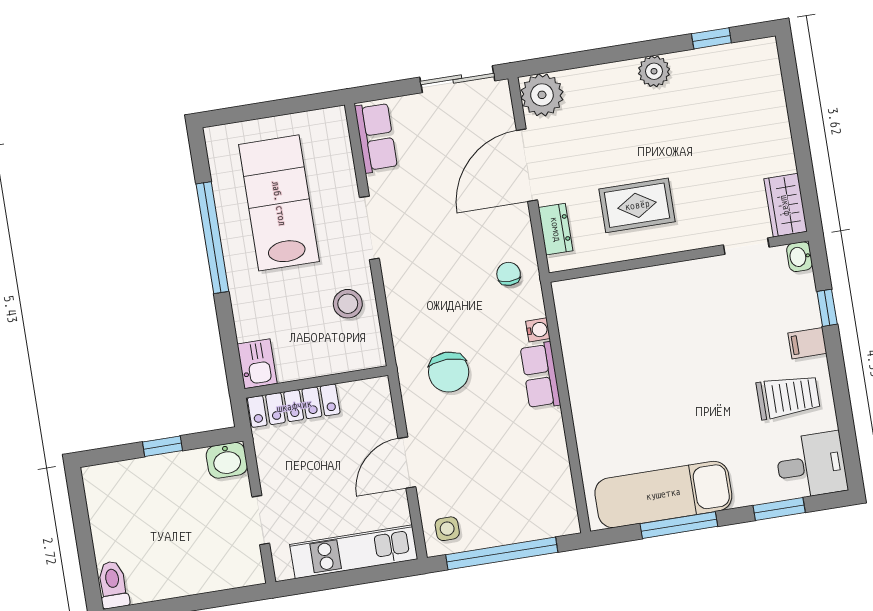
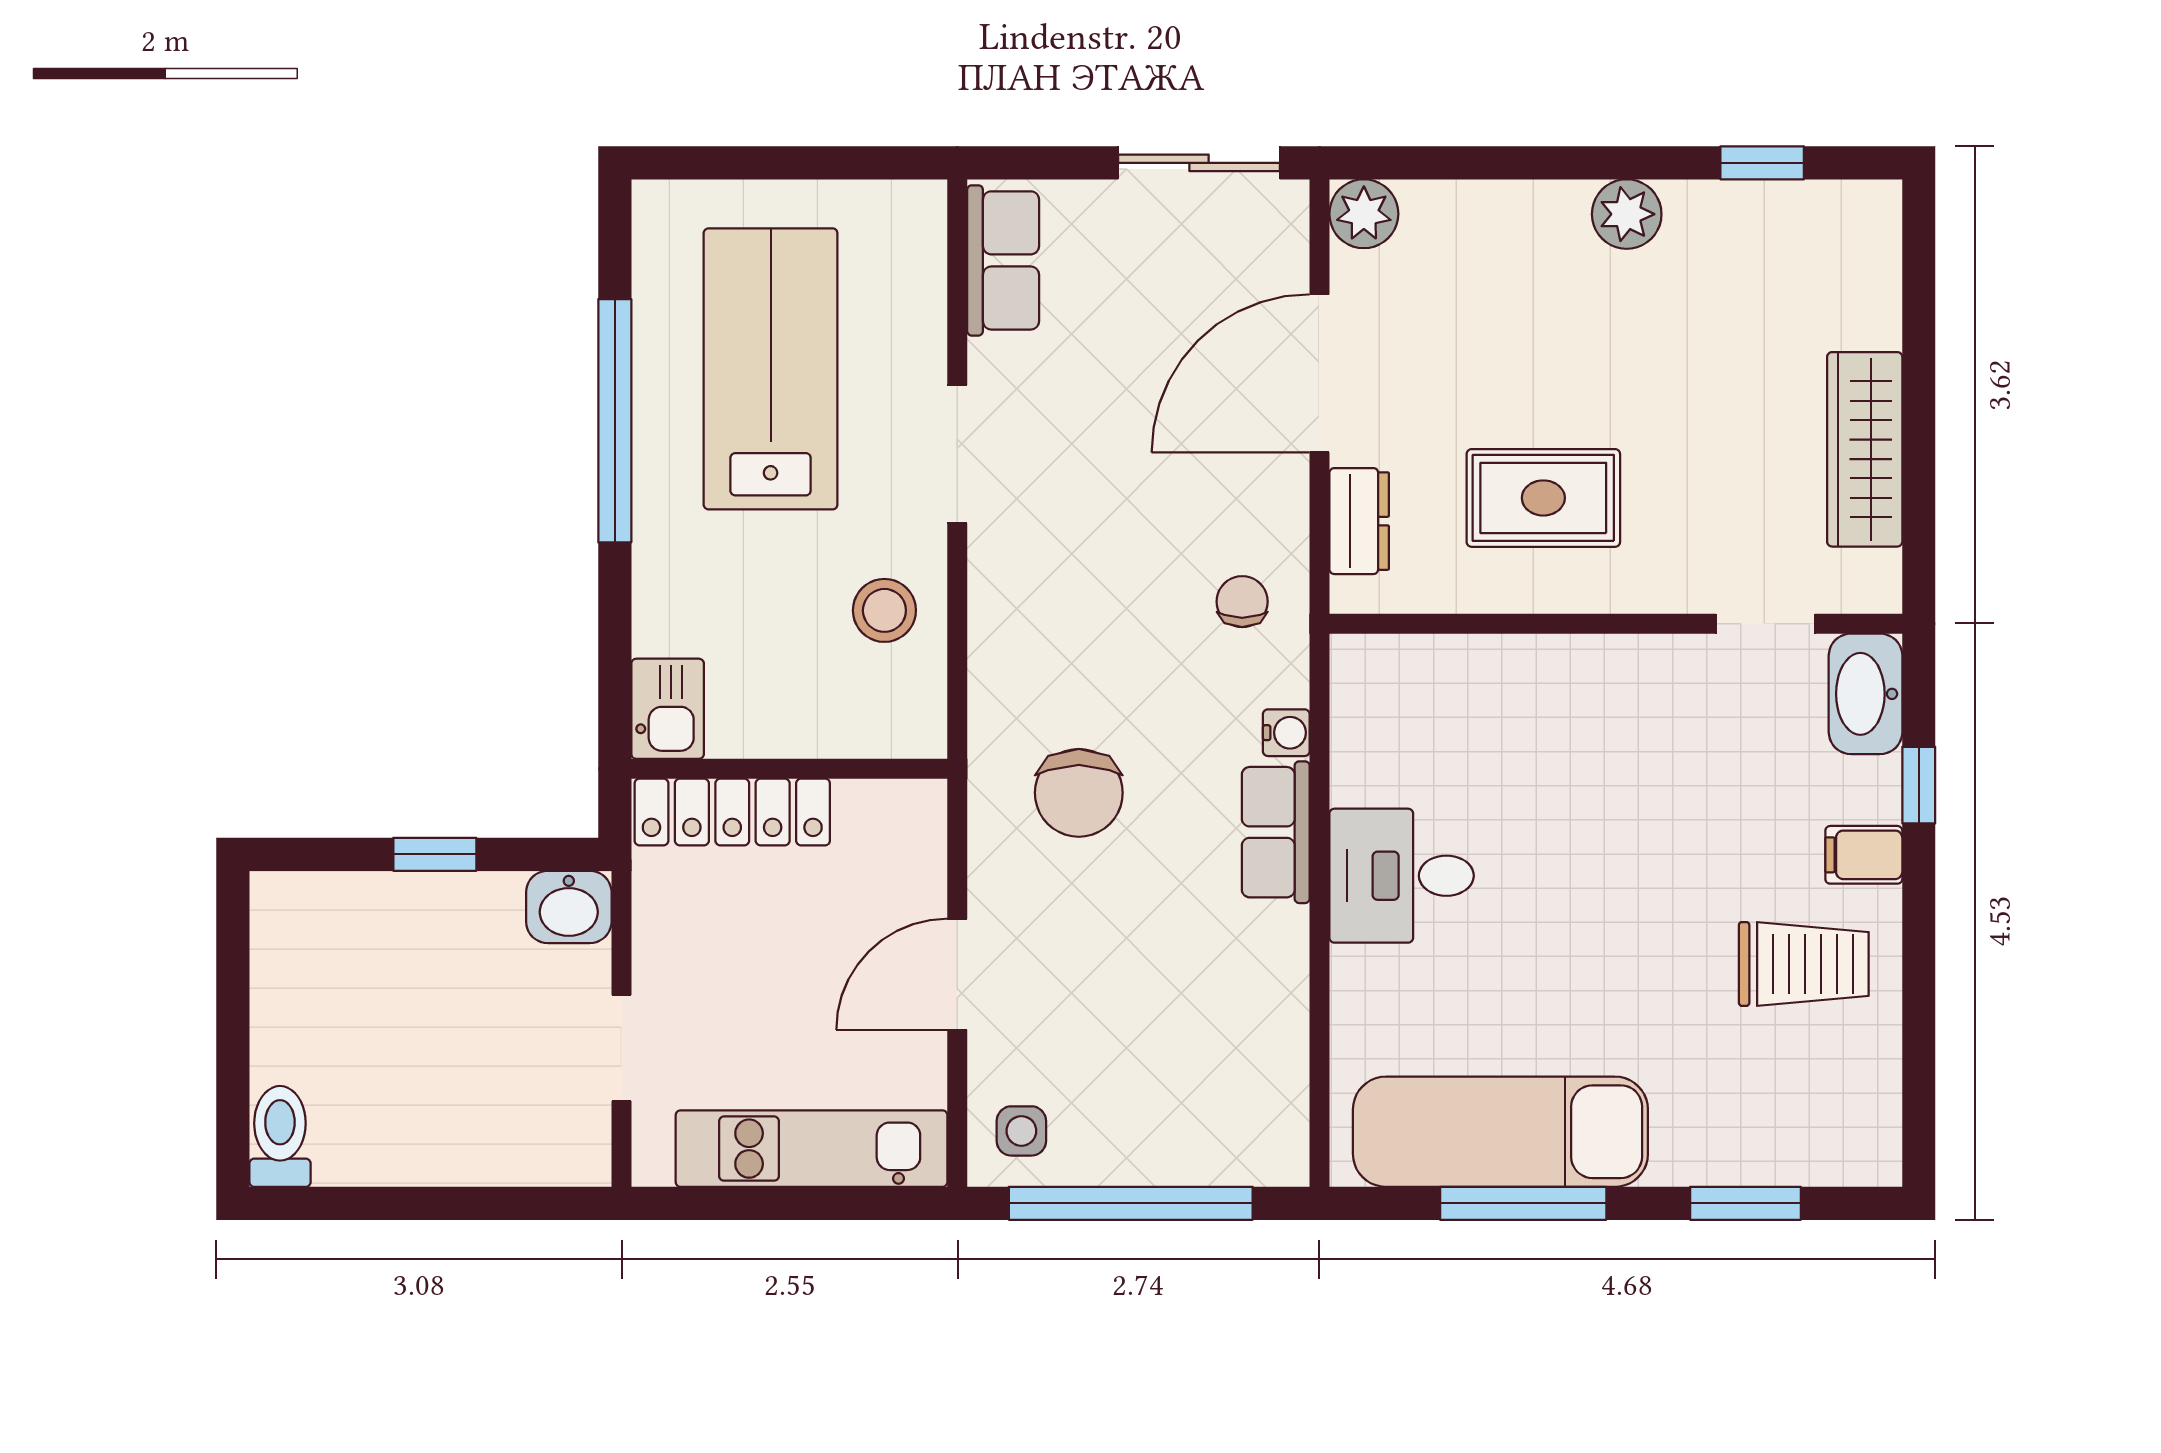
plant: (542, 95) -> (1364, 214), width x0.73, depth x0.73
wardrobe: (786, 205) -> (1865, 449), moved, width x1.50
washbasin: (800, 257) -> (1866, 694), width x1.91, depth x1.45
desk: (811, 465) -> (1402, 876), moved, turned 180

